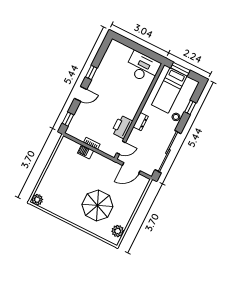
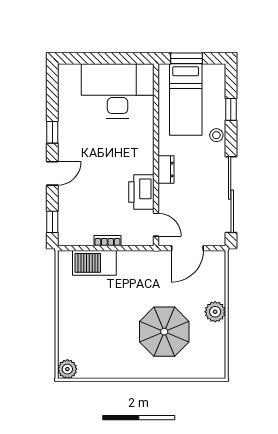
desk: (143, 67) -> (118, 91), width x1.36, depth x1.30
door: (121, 148) -> (156, 225), hinge flipped
barbecue: (85, 152) -> (94, 263), width x1.88, depth x1.53
plant: (118, 231) -> (215, 312), moved

